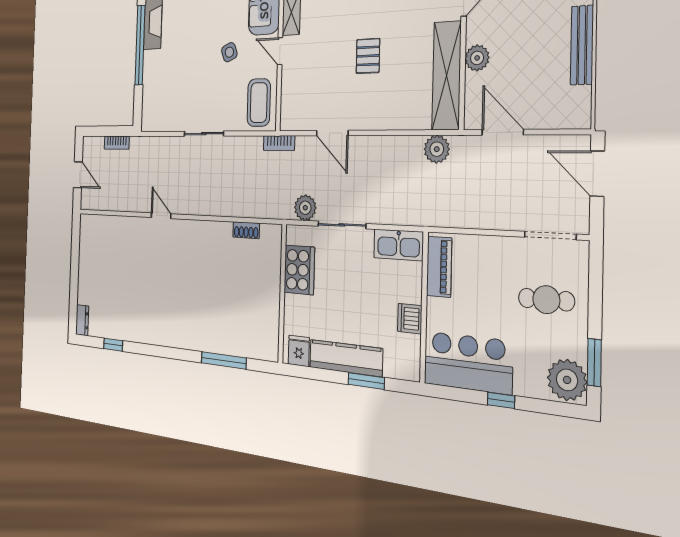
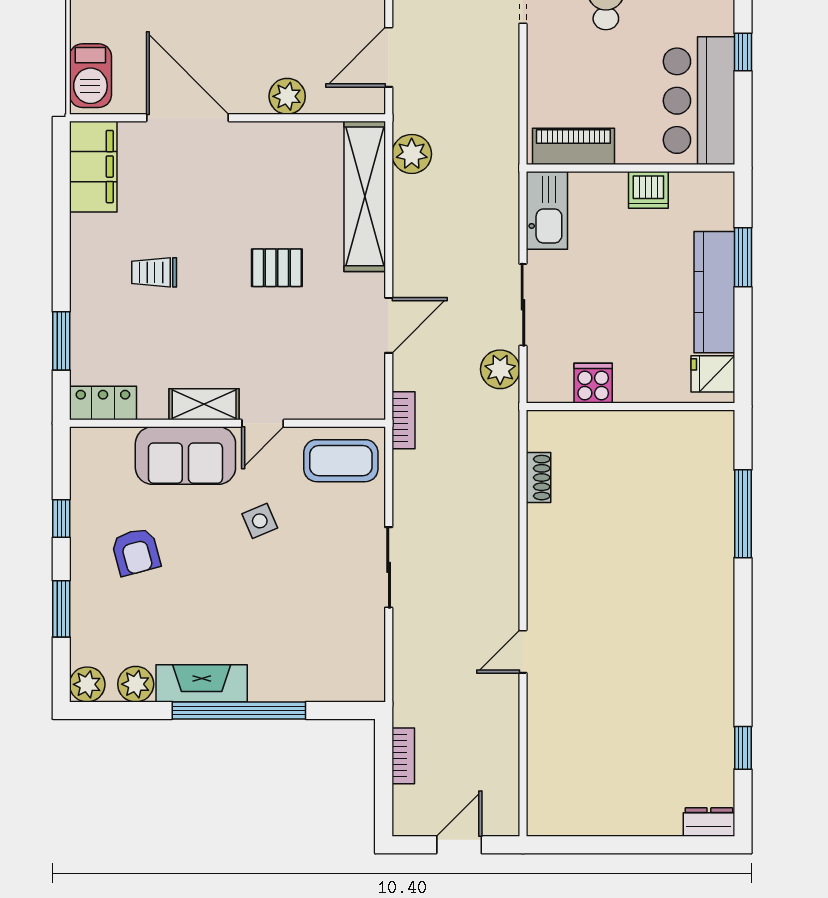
shelving: (446, 76) -> (365, 196), moved, turned 90
cooker: (299, 270) -> (593, 383), width x0.53, depth x0.76

